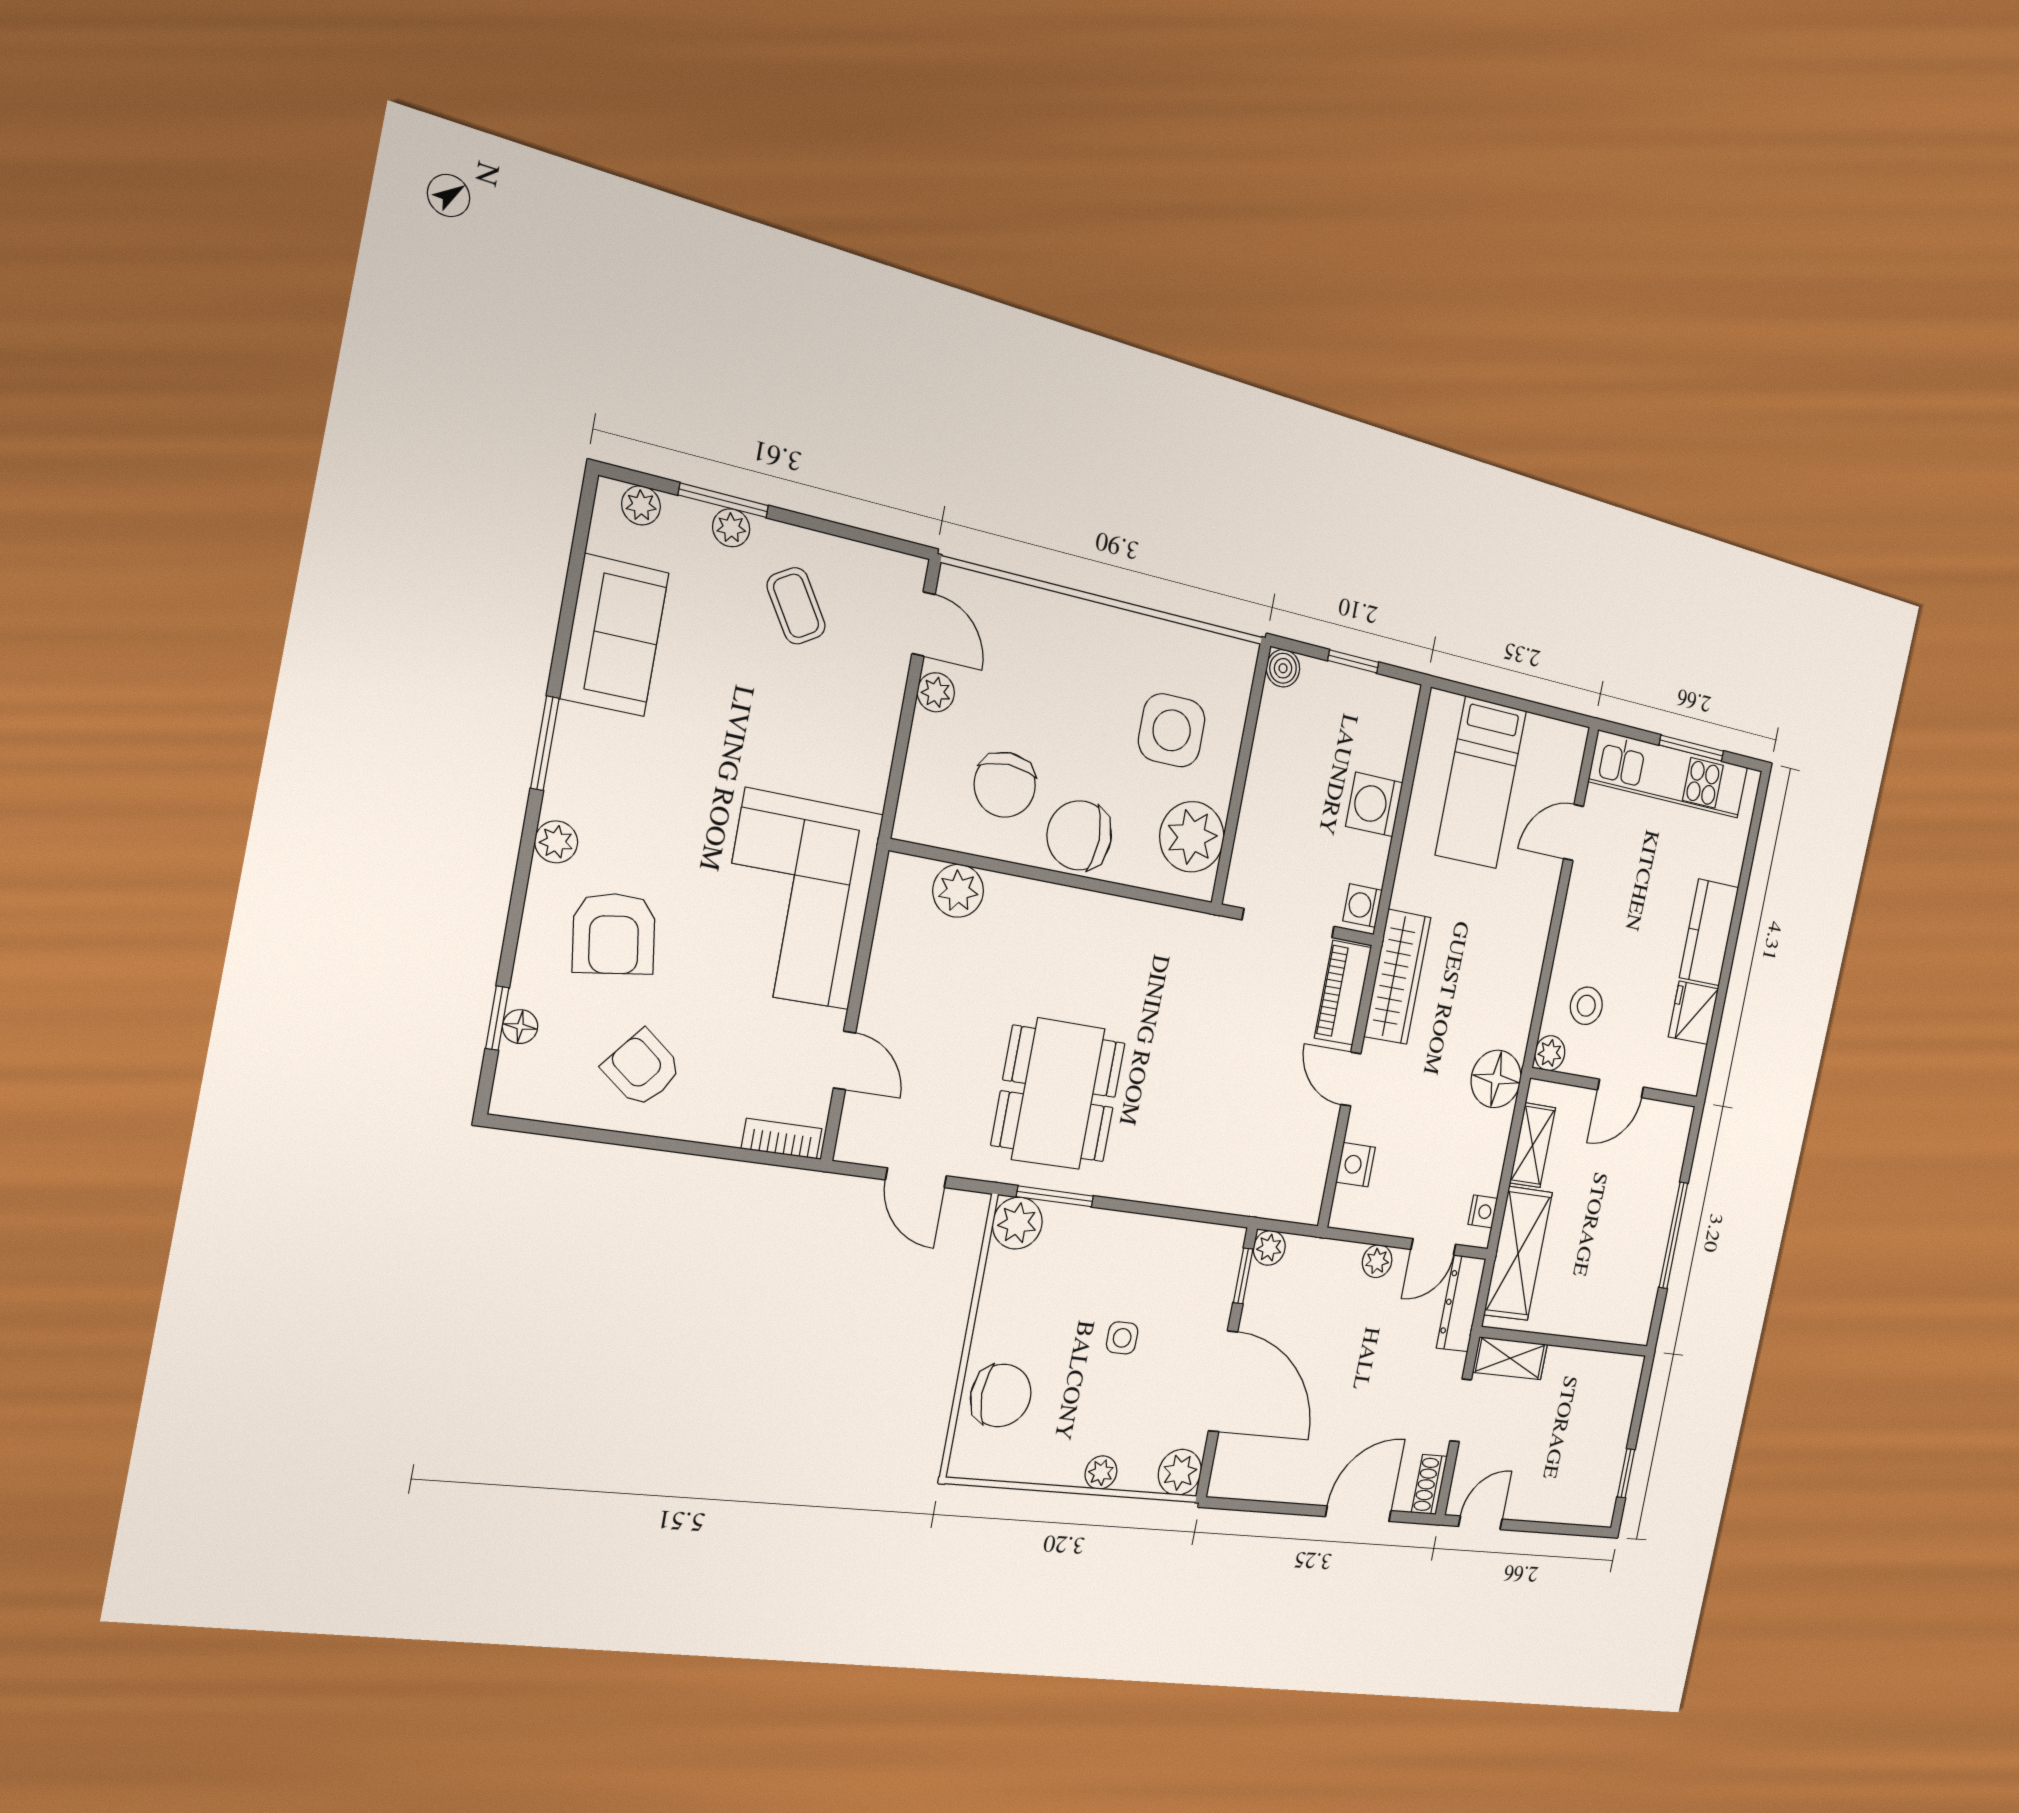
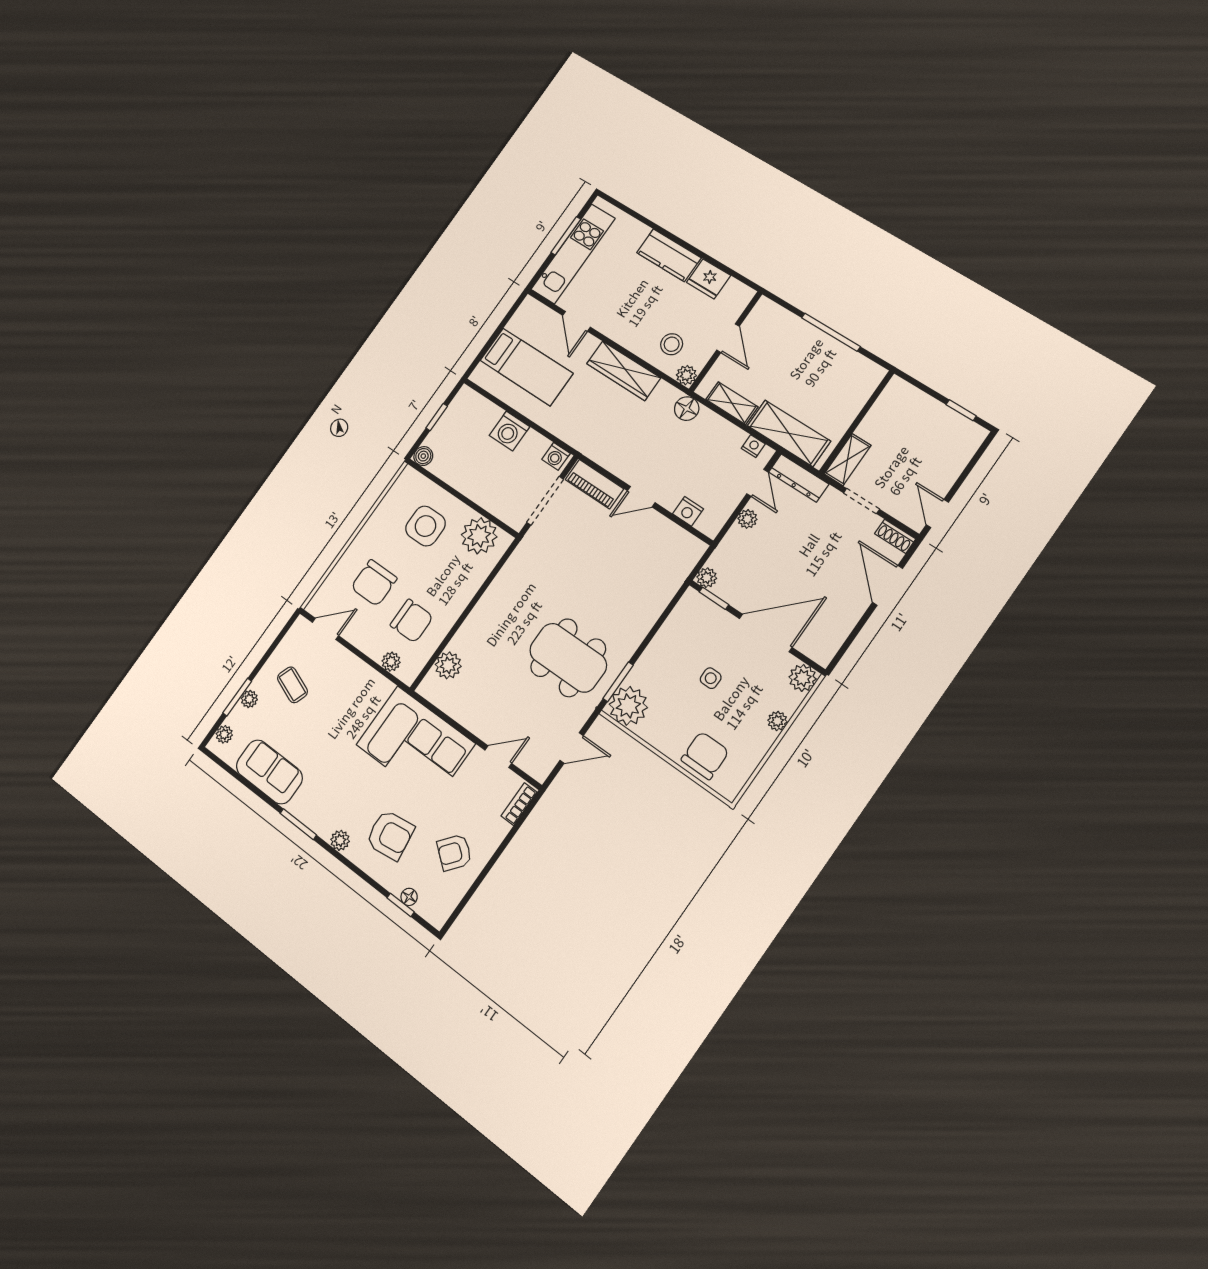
coffee table: (796, 606) -> (292, 685), turned 53
plant: (936, 692) -> (391, 662), moved
chair: (1079, 835) -> (374, 583), moved
wardrobe: (1397, 977) -> (624, 371), moved, turned 180
floor lamp: (1496, 1079) -> (687, 409), width x0.73, depth x0.73
plant: (1017, 1223) -> (628, 706), width x1.36, depth x1.36

